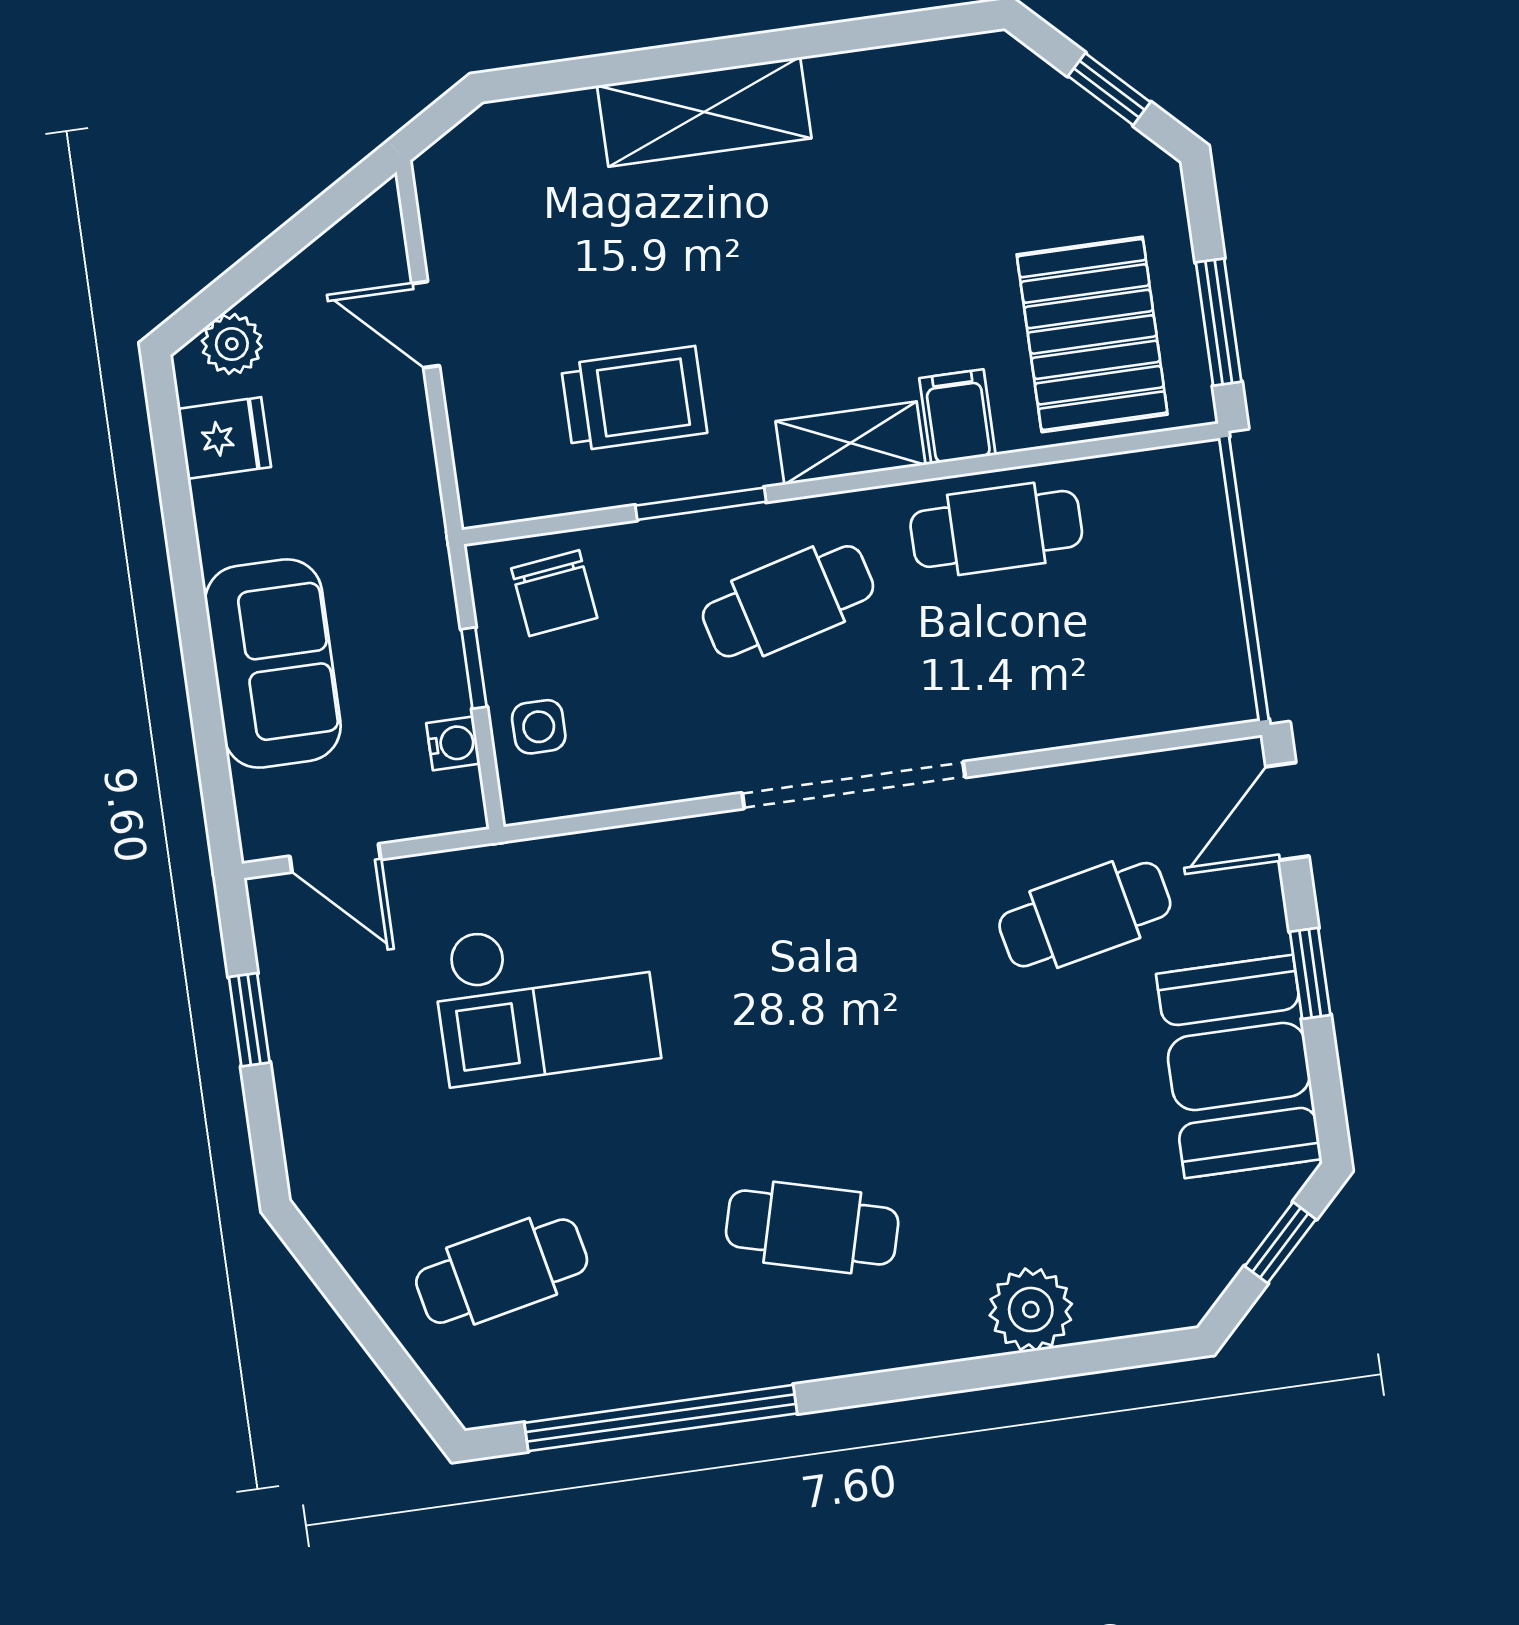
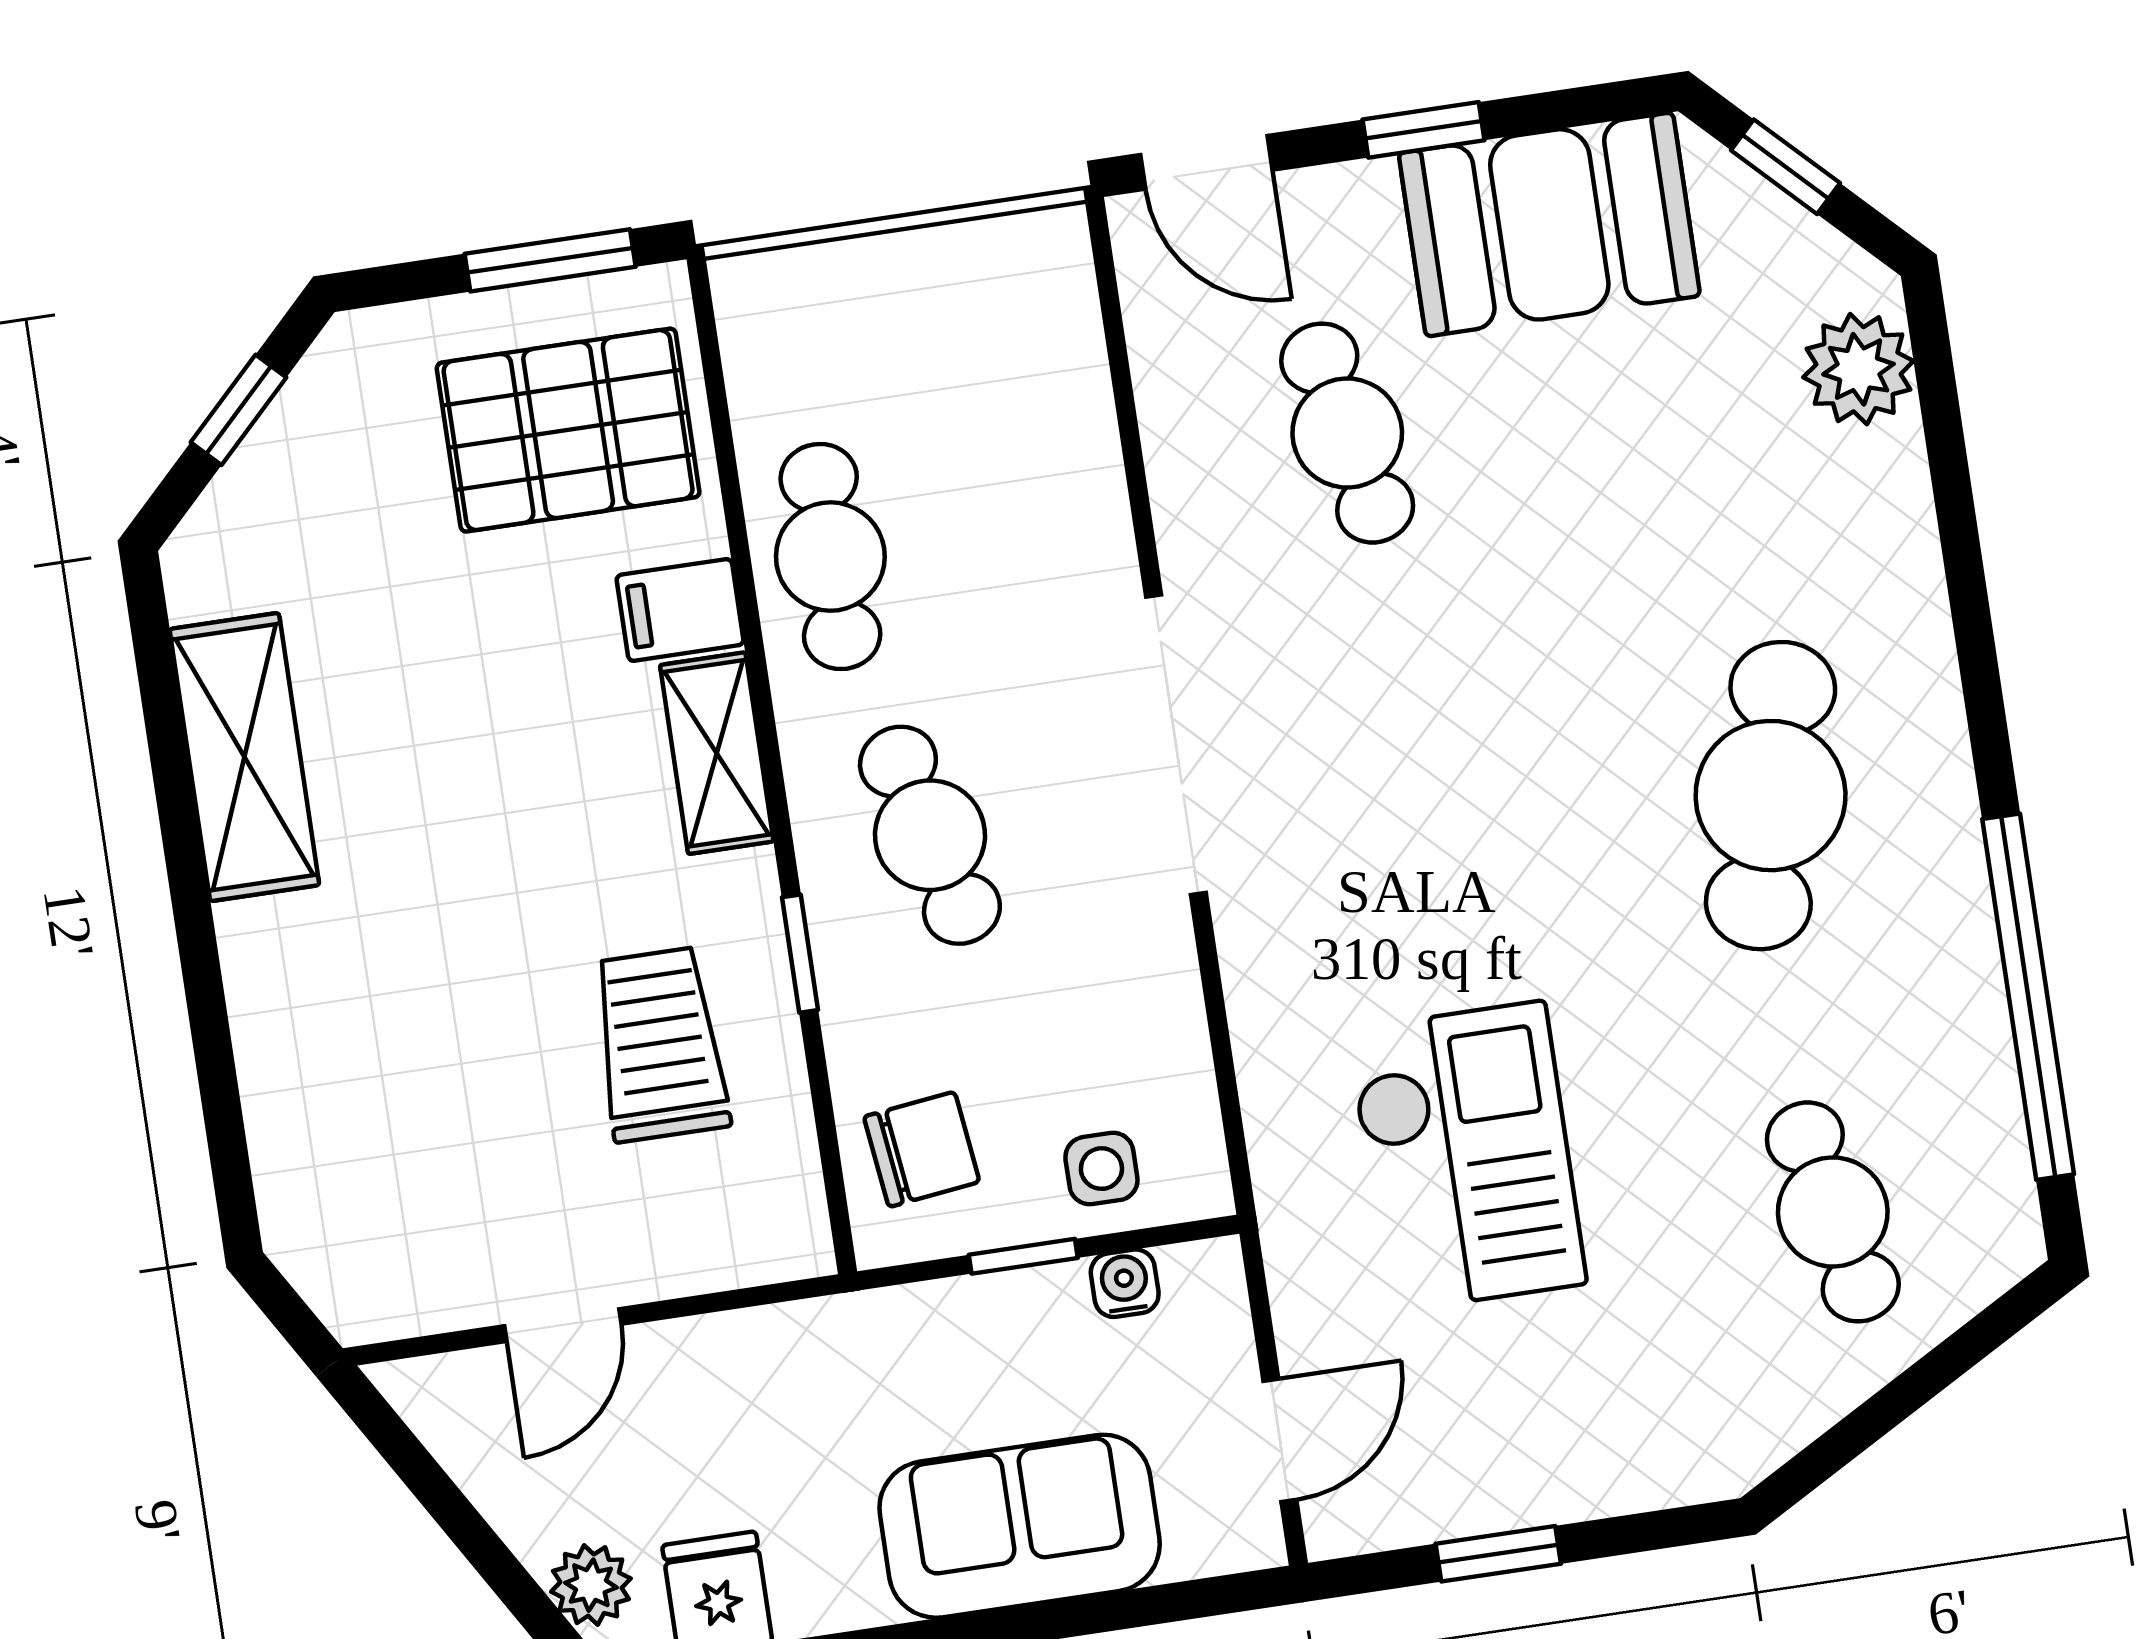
shelving: (704, 112) -> (244, 757), moved
window: (701, 504) -> (800, 954), width x0.67
cafe table: (812, 1227) -> (1771, 796), width x1.37, depth x1.35
plant: (1031, 1310) -> (1858, 369), moved

